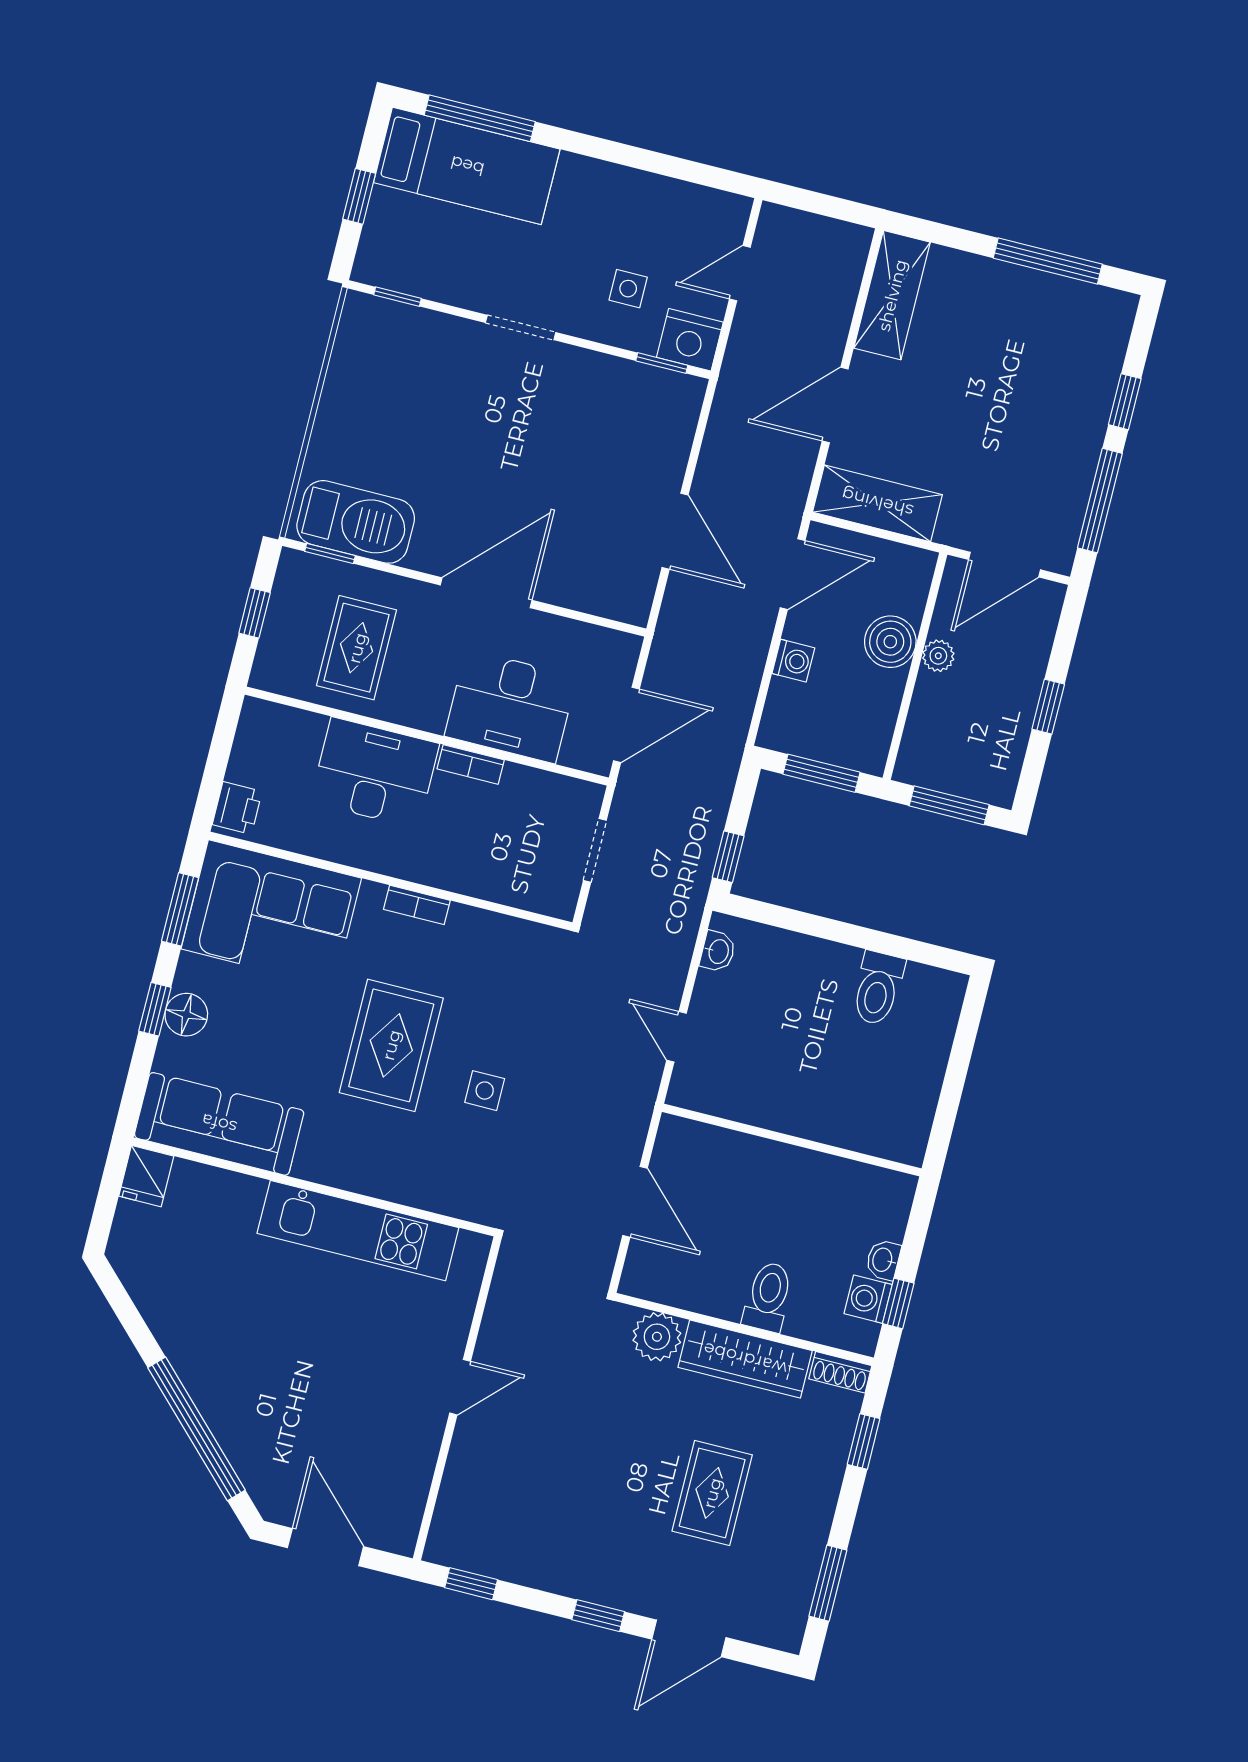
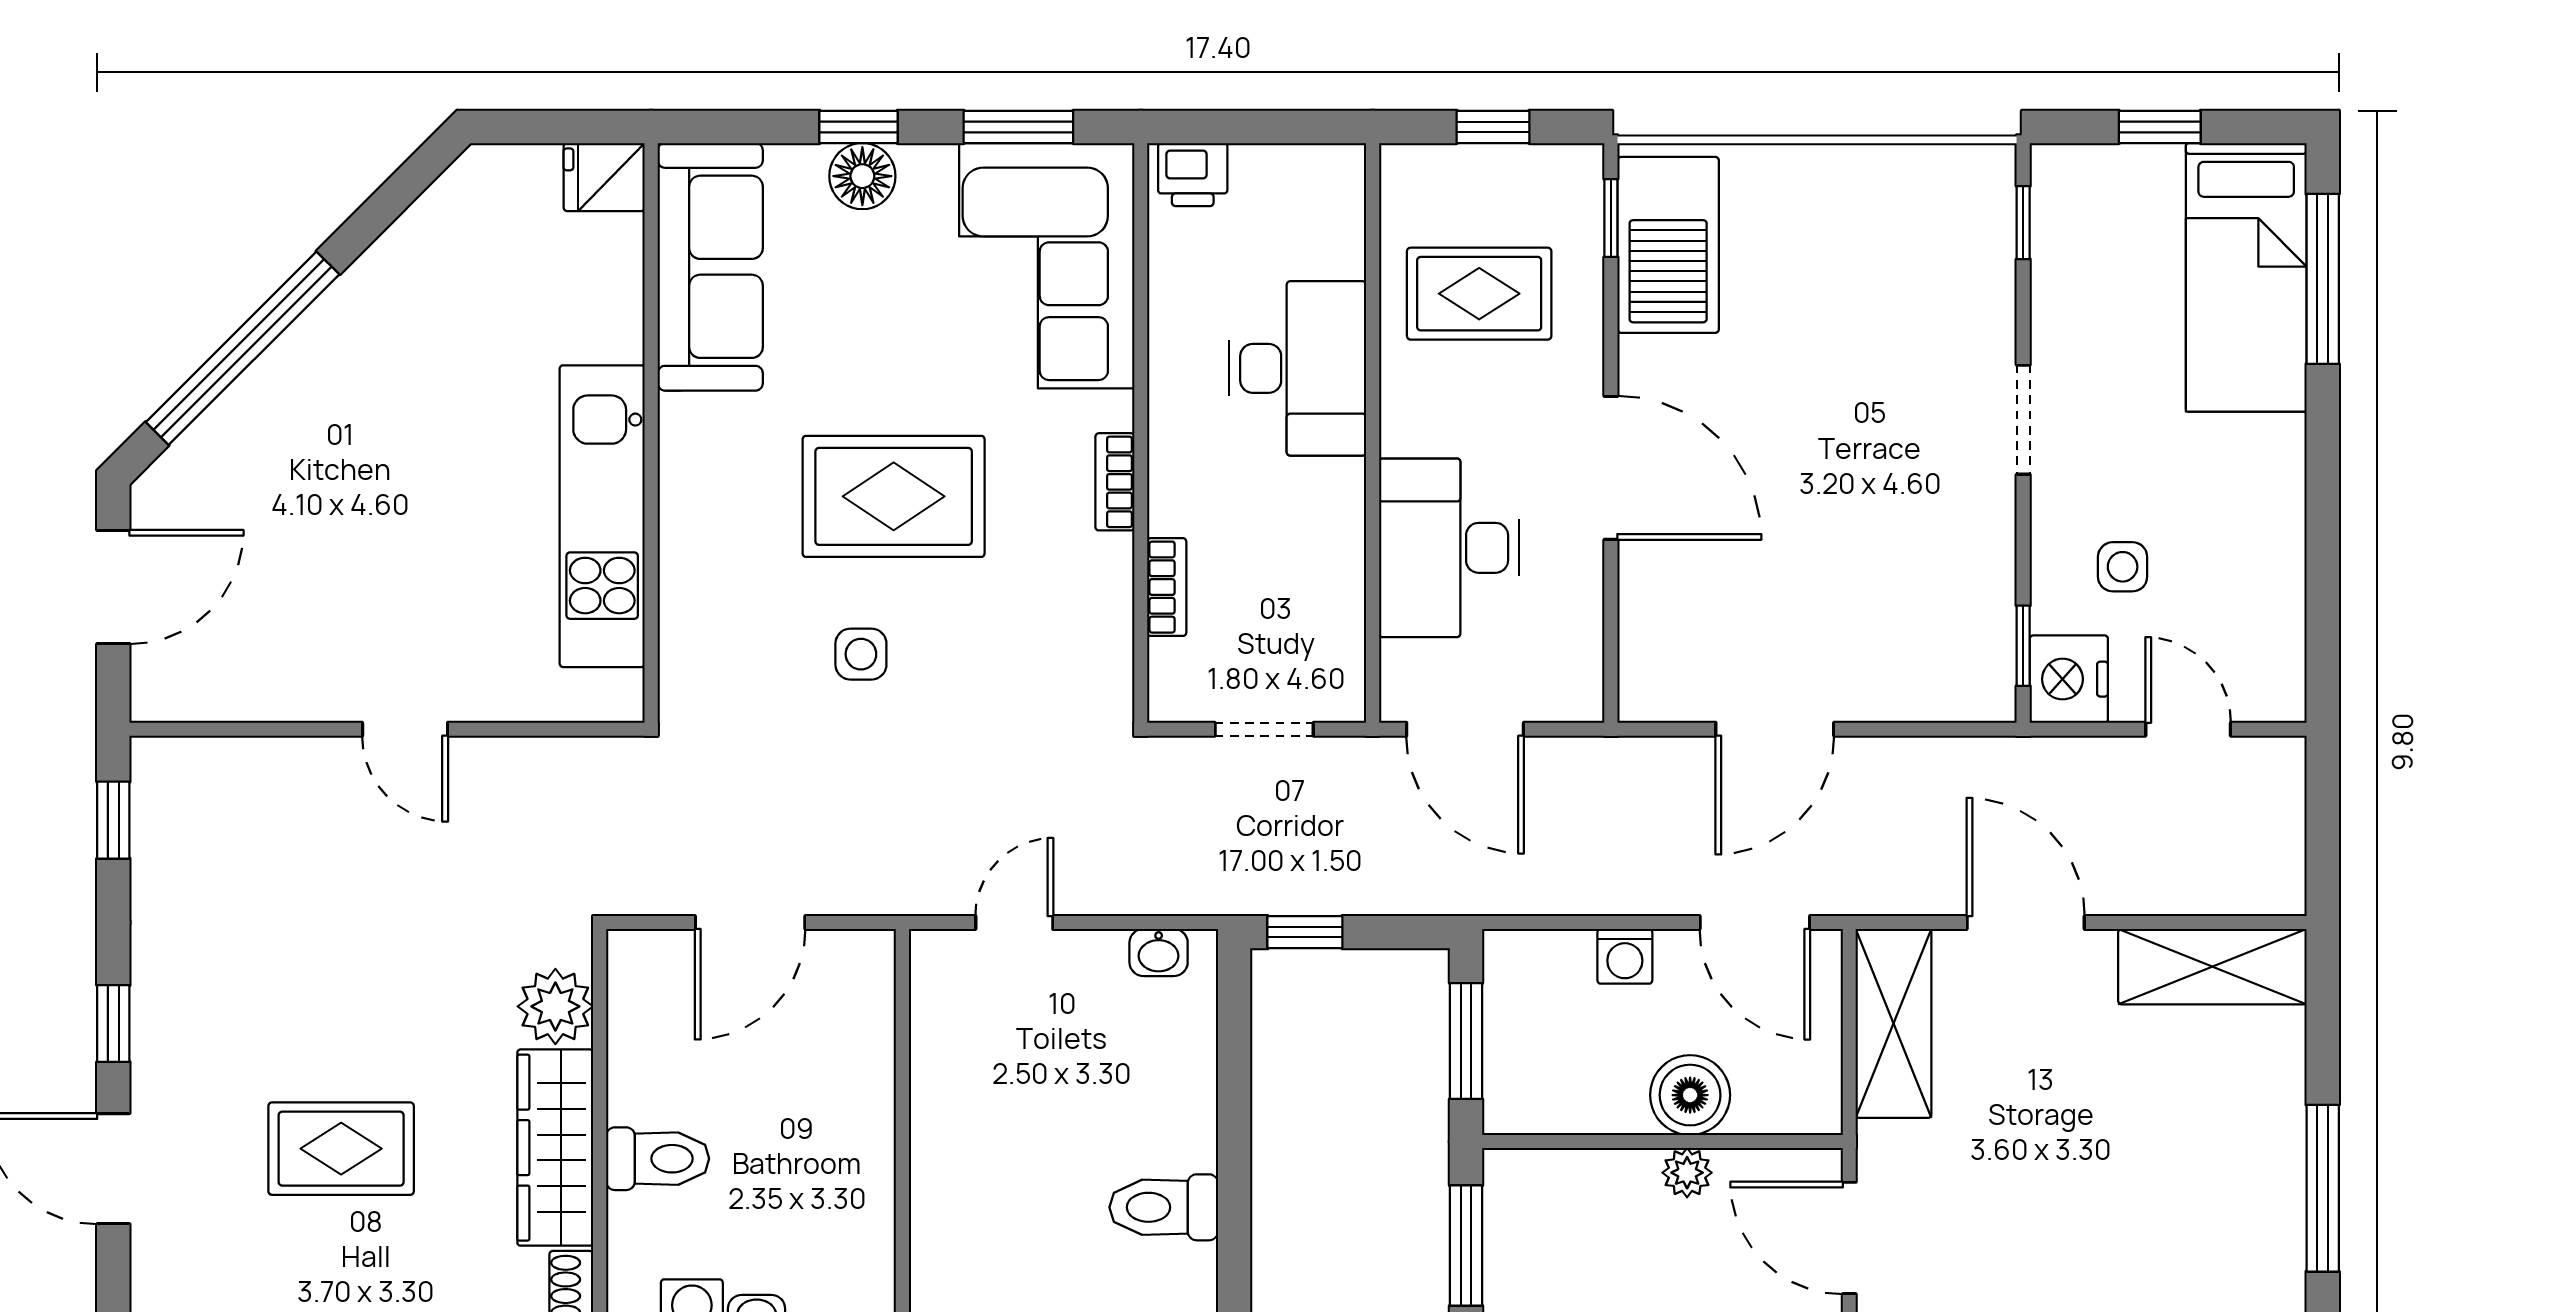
bookcase: (471, 764) -> (1167, 587), moved, turned 180

